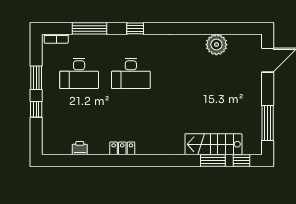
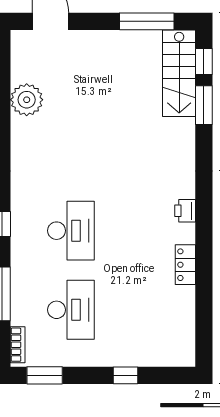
window: (36, 78) -> (45, 375), moved
stairs: (213, 144) -> (179, 73), moved
printer: (80, 148) -> (185, 211), moved
locker: (122, 148) -> (185, 265), moved

